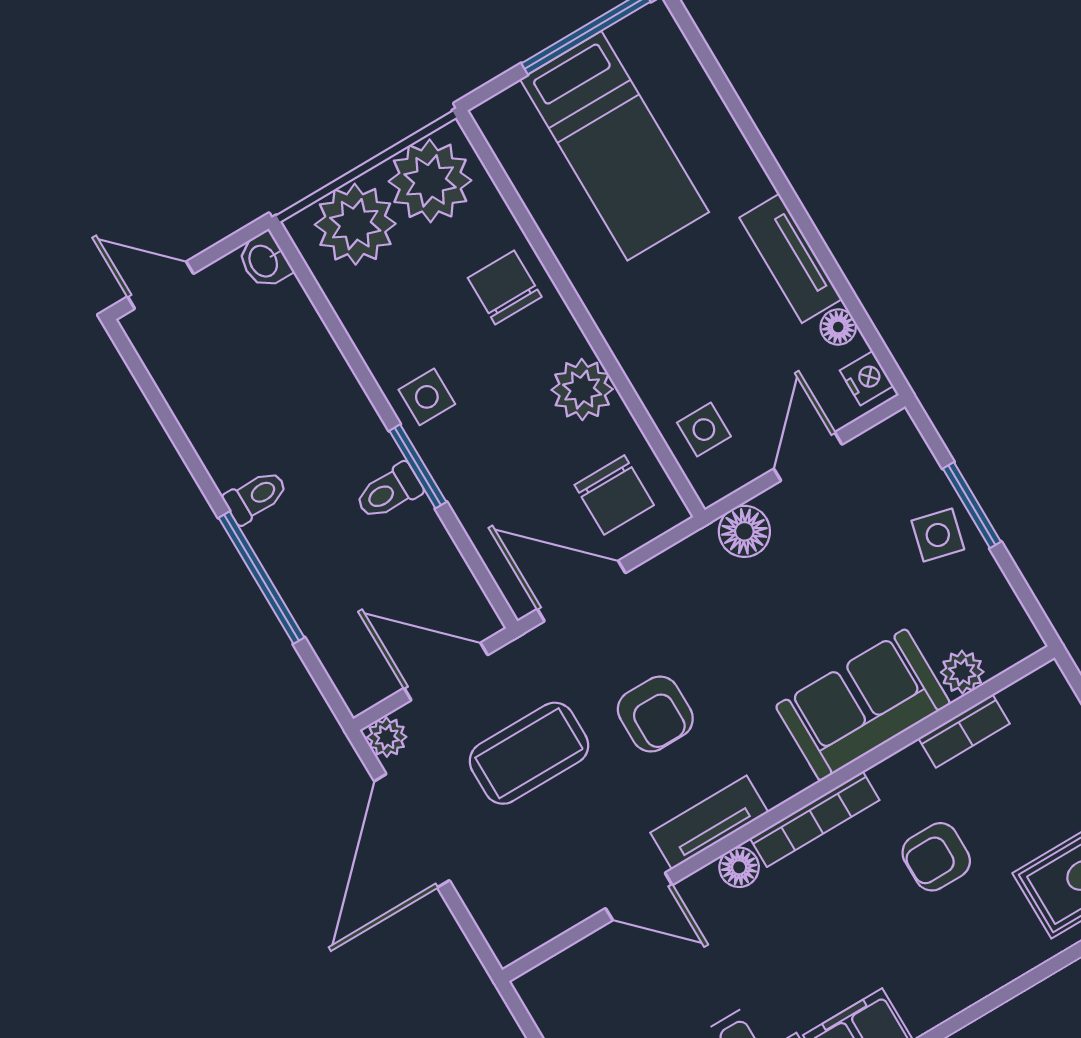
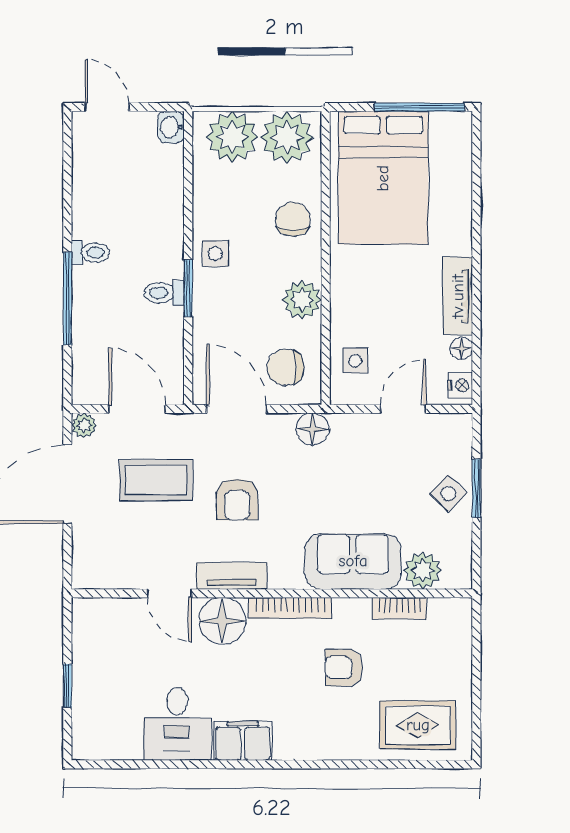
bed: (614, 146) -> (383, 178), width x1.50
chair: (614, 495) -> (286, 367), turned 90
floor lamp: (744, 531) -> (313, 429), moved
side table: (938, 535) -> (448, 493), turned 30
plant: (962, 672) -> (422, 571), width x1.38, depth x1.38
floor lamp: (739, 867) -> (222, 621), width x1.89, depth x1.89

